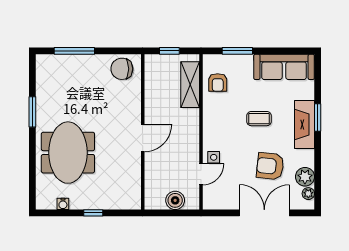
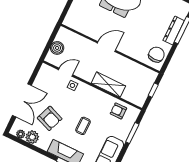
dresser: (80, 62) -> (174, 30), added
shelving: (190, 85) -> (108, 85), moved
door: (143, 138) -> (106, 47), swing flipped
armchair: (270, 166) -> (50, 118), turned 105
door: (201, 174) -> (66, 72), swing flipped

